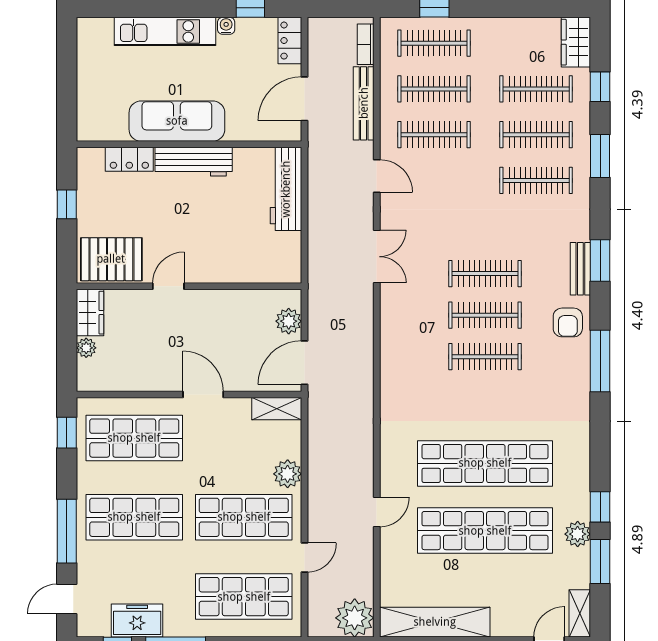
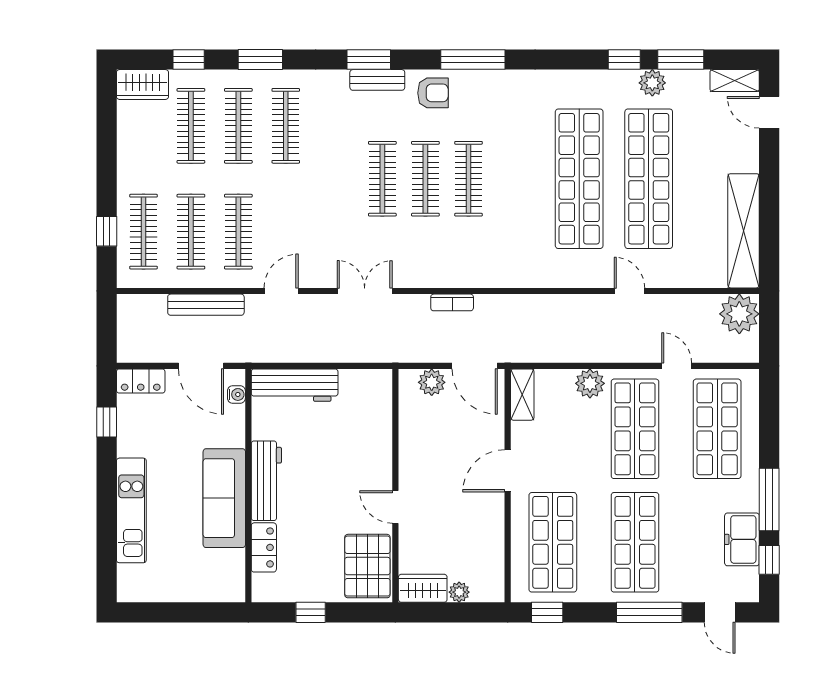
water cooler: (226, 26) -> (236, 394), moved, turned 180
bookcase: (366, 44) -> (452, 302), moved

